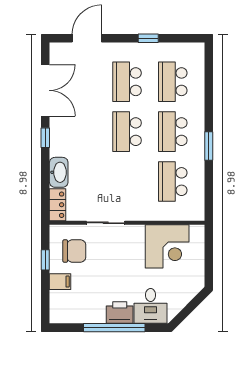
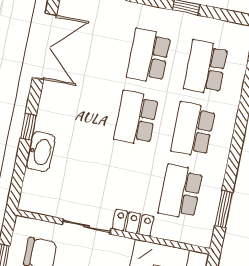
window: (45, 138) -> (28, 127), moved
window: (209, 146) -> (224, 209), moved
locker: (58, 205) -> (133, 223), moved, turned -90

